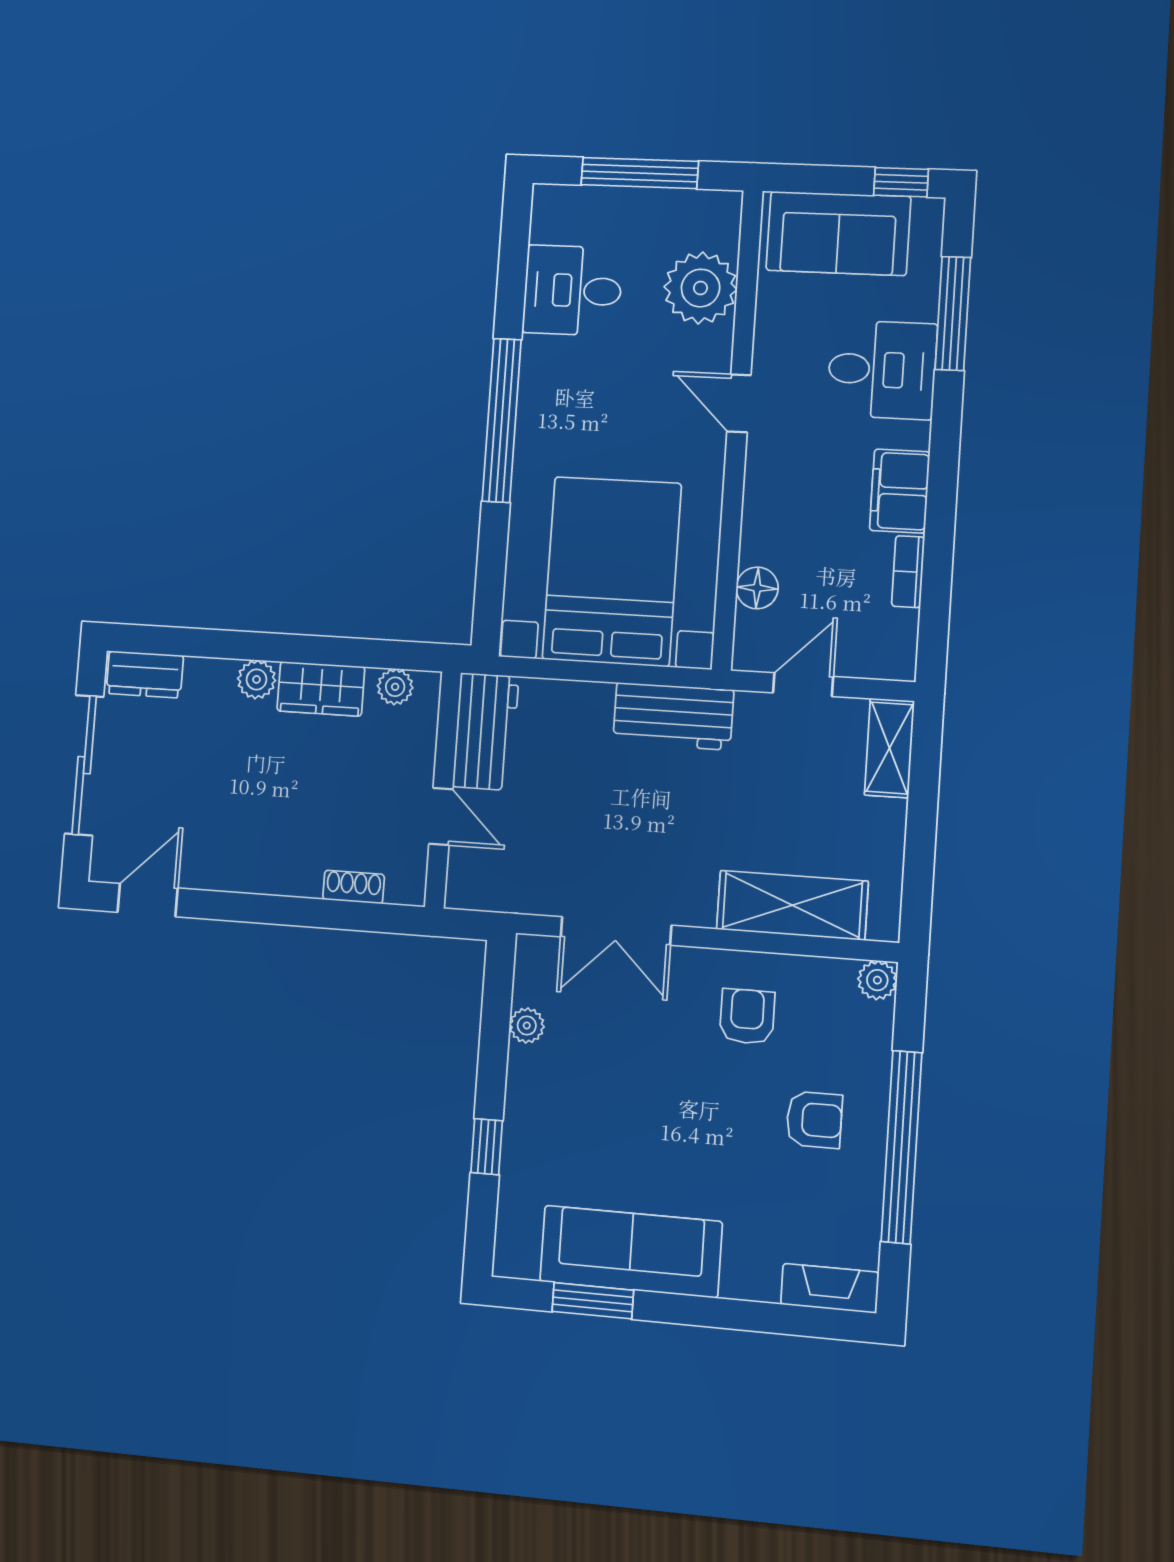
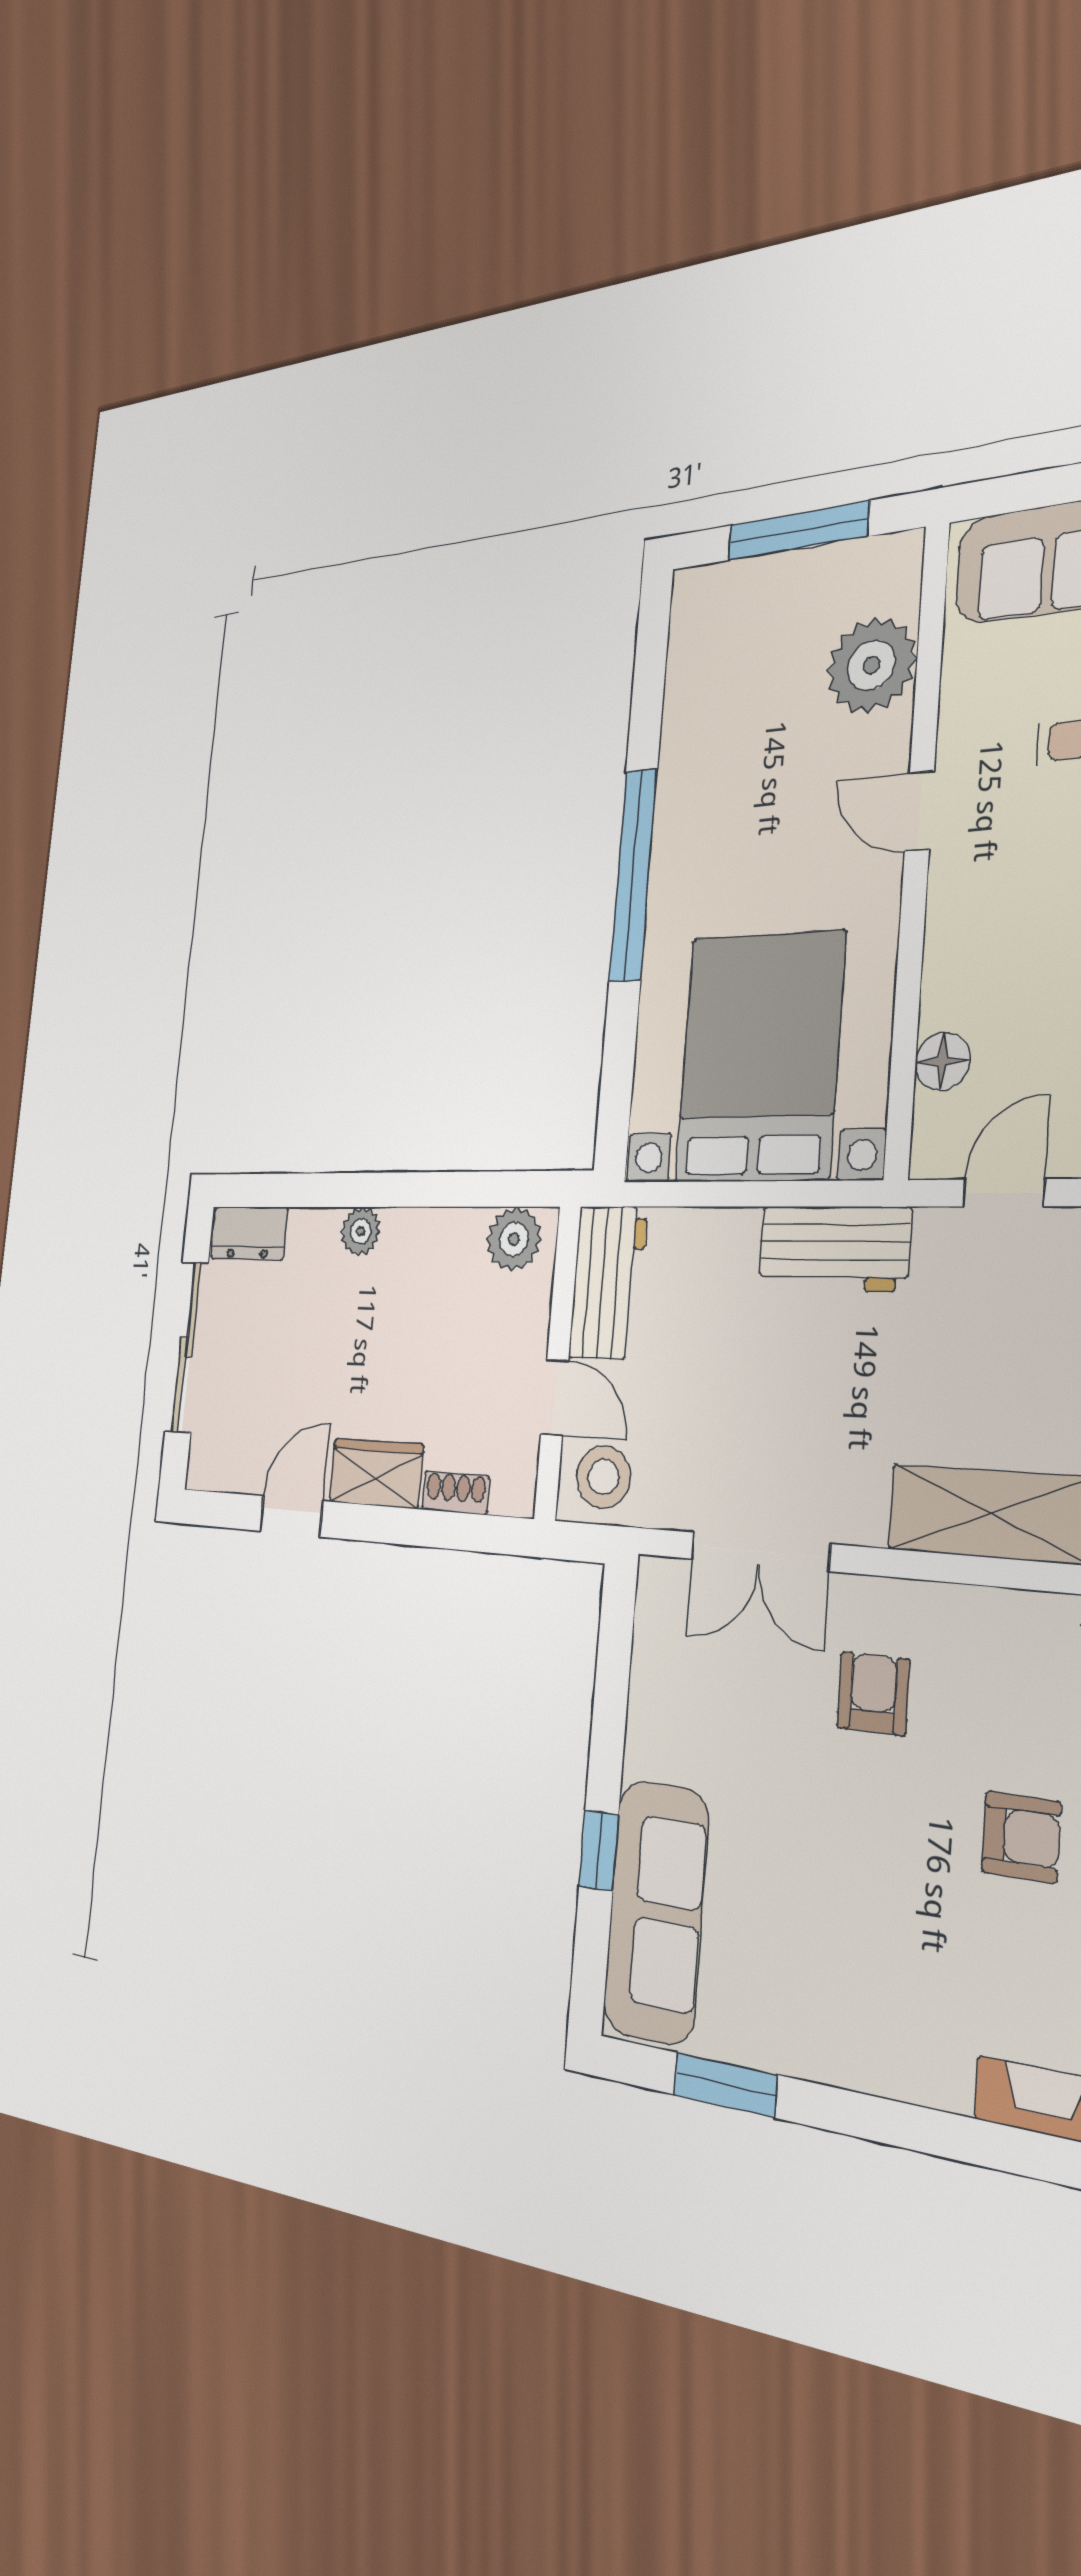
desk: (573, 290) -> (717, 696), removed
plant: (395, 687) -> (514, 1239), width x1.38, depth x1.38
wardrobe: (321, 689) -> (376, 1473), moved, turned 180
stool: (485, 876) -> (603, 1477), added
door: (148, 900) -> (291, 1516), moved
armchair: (747, 1016) -> (873, 1694), moved
plant: (527, 1025) -> (649, 1683), removed
sofa: (631, 1252) -> (656, 1912), moved, turned 90

